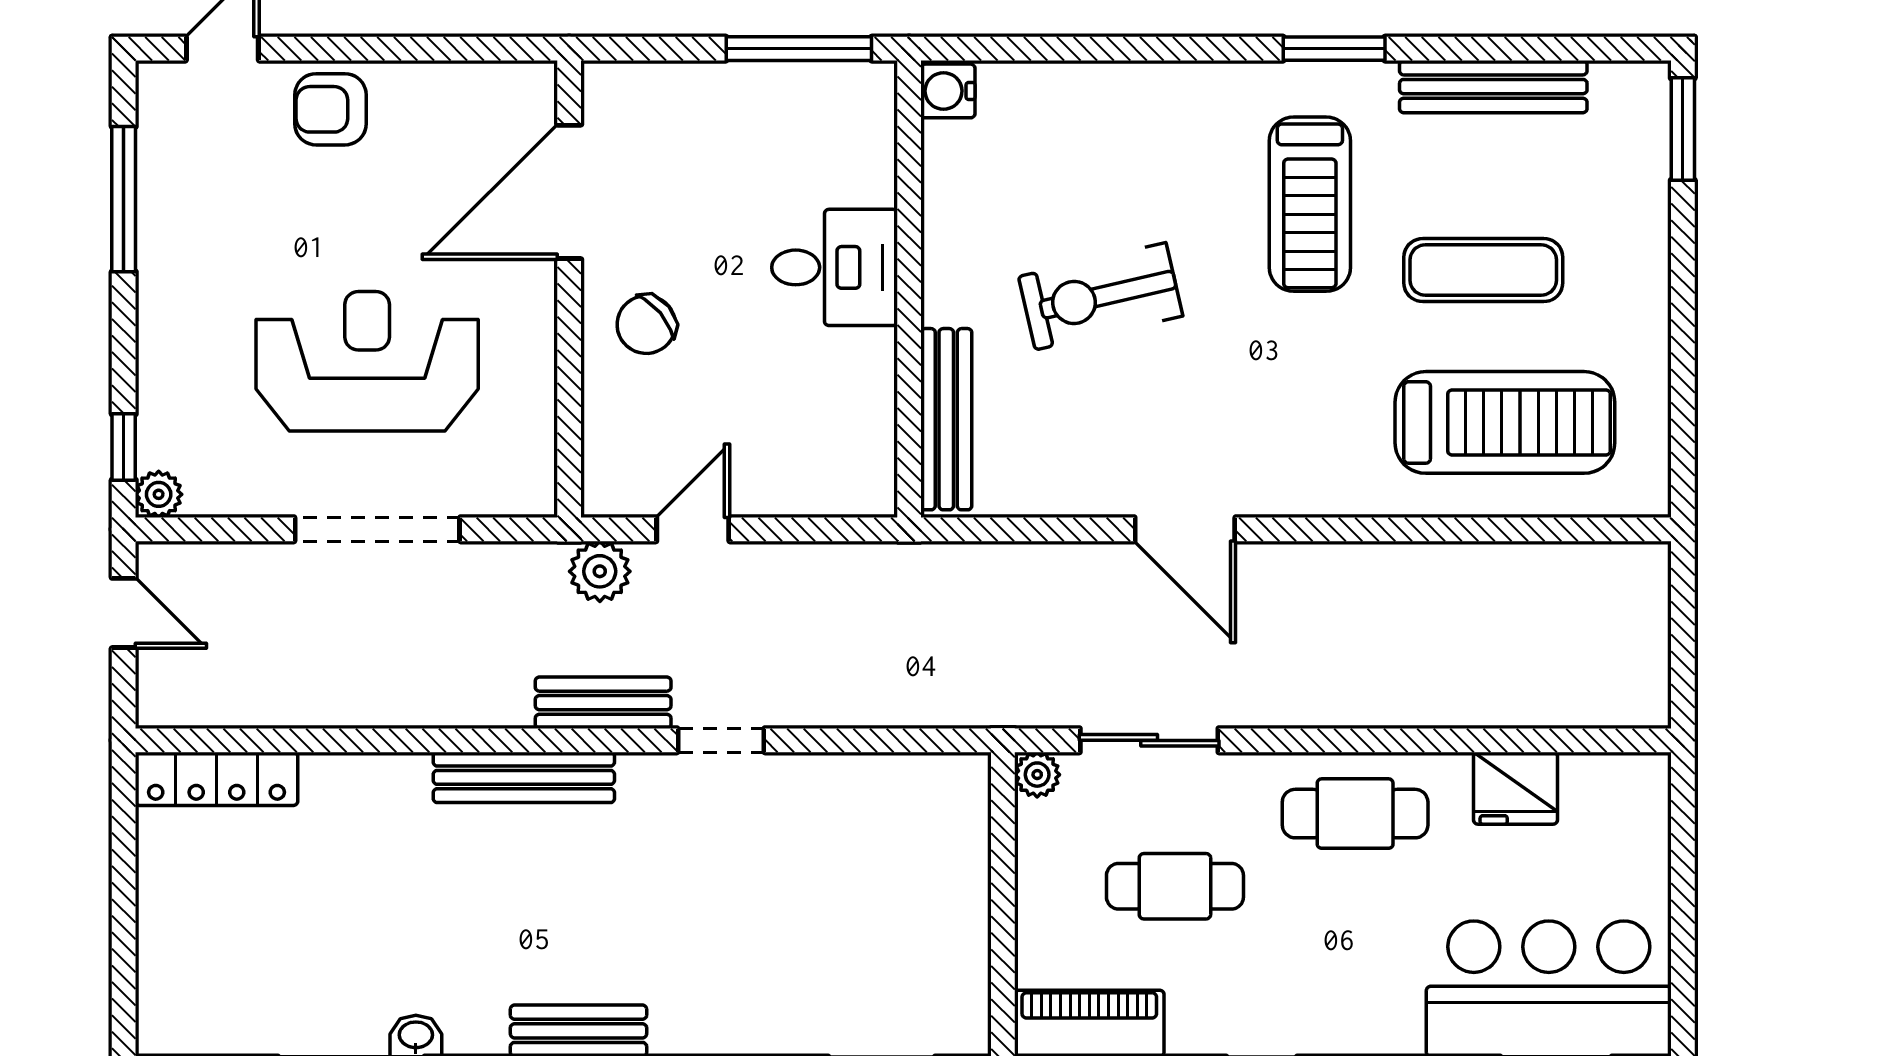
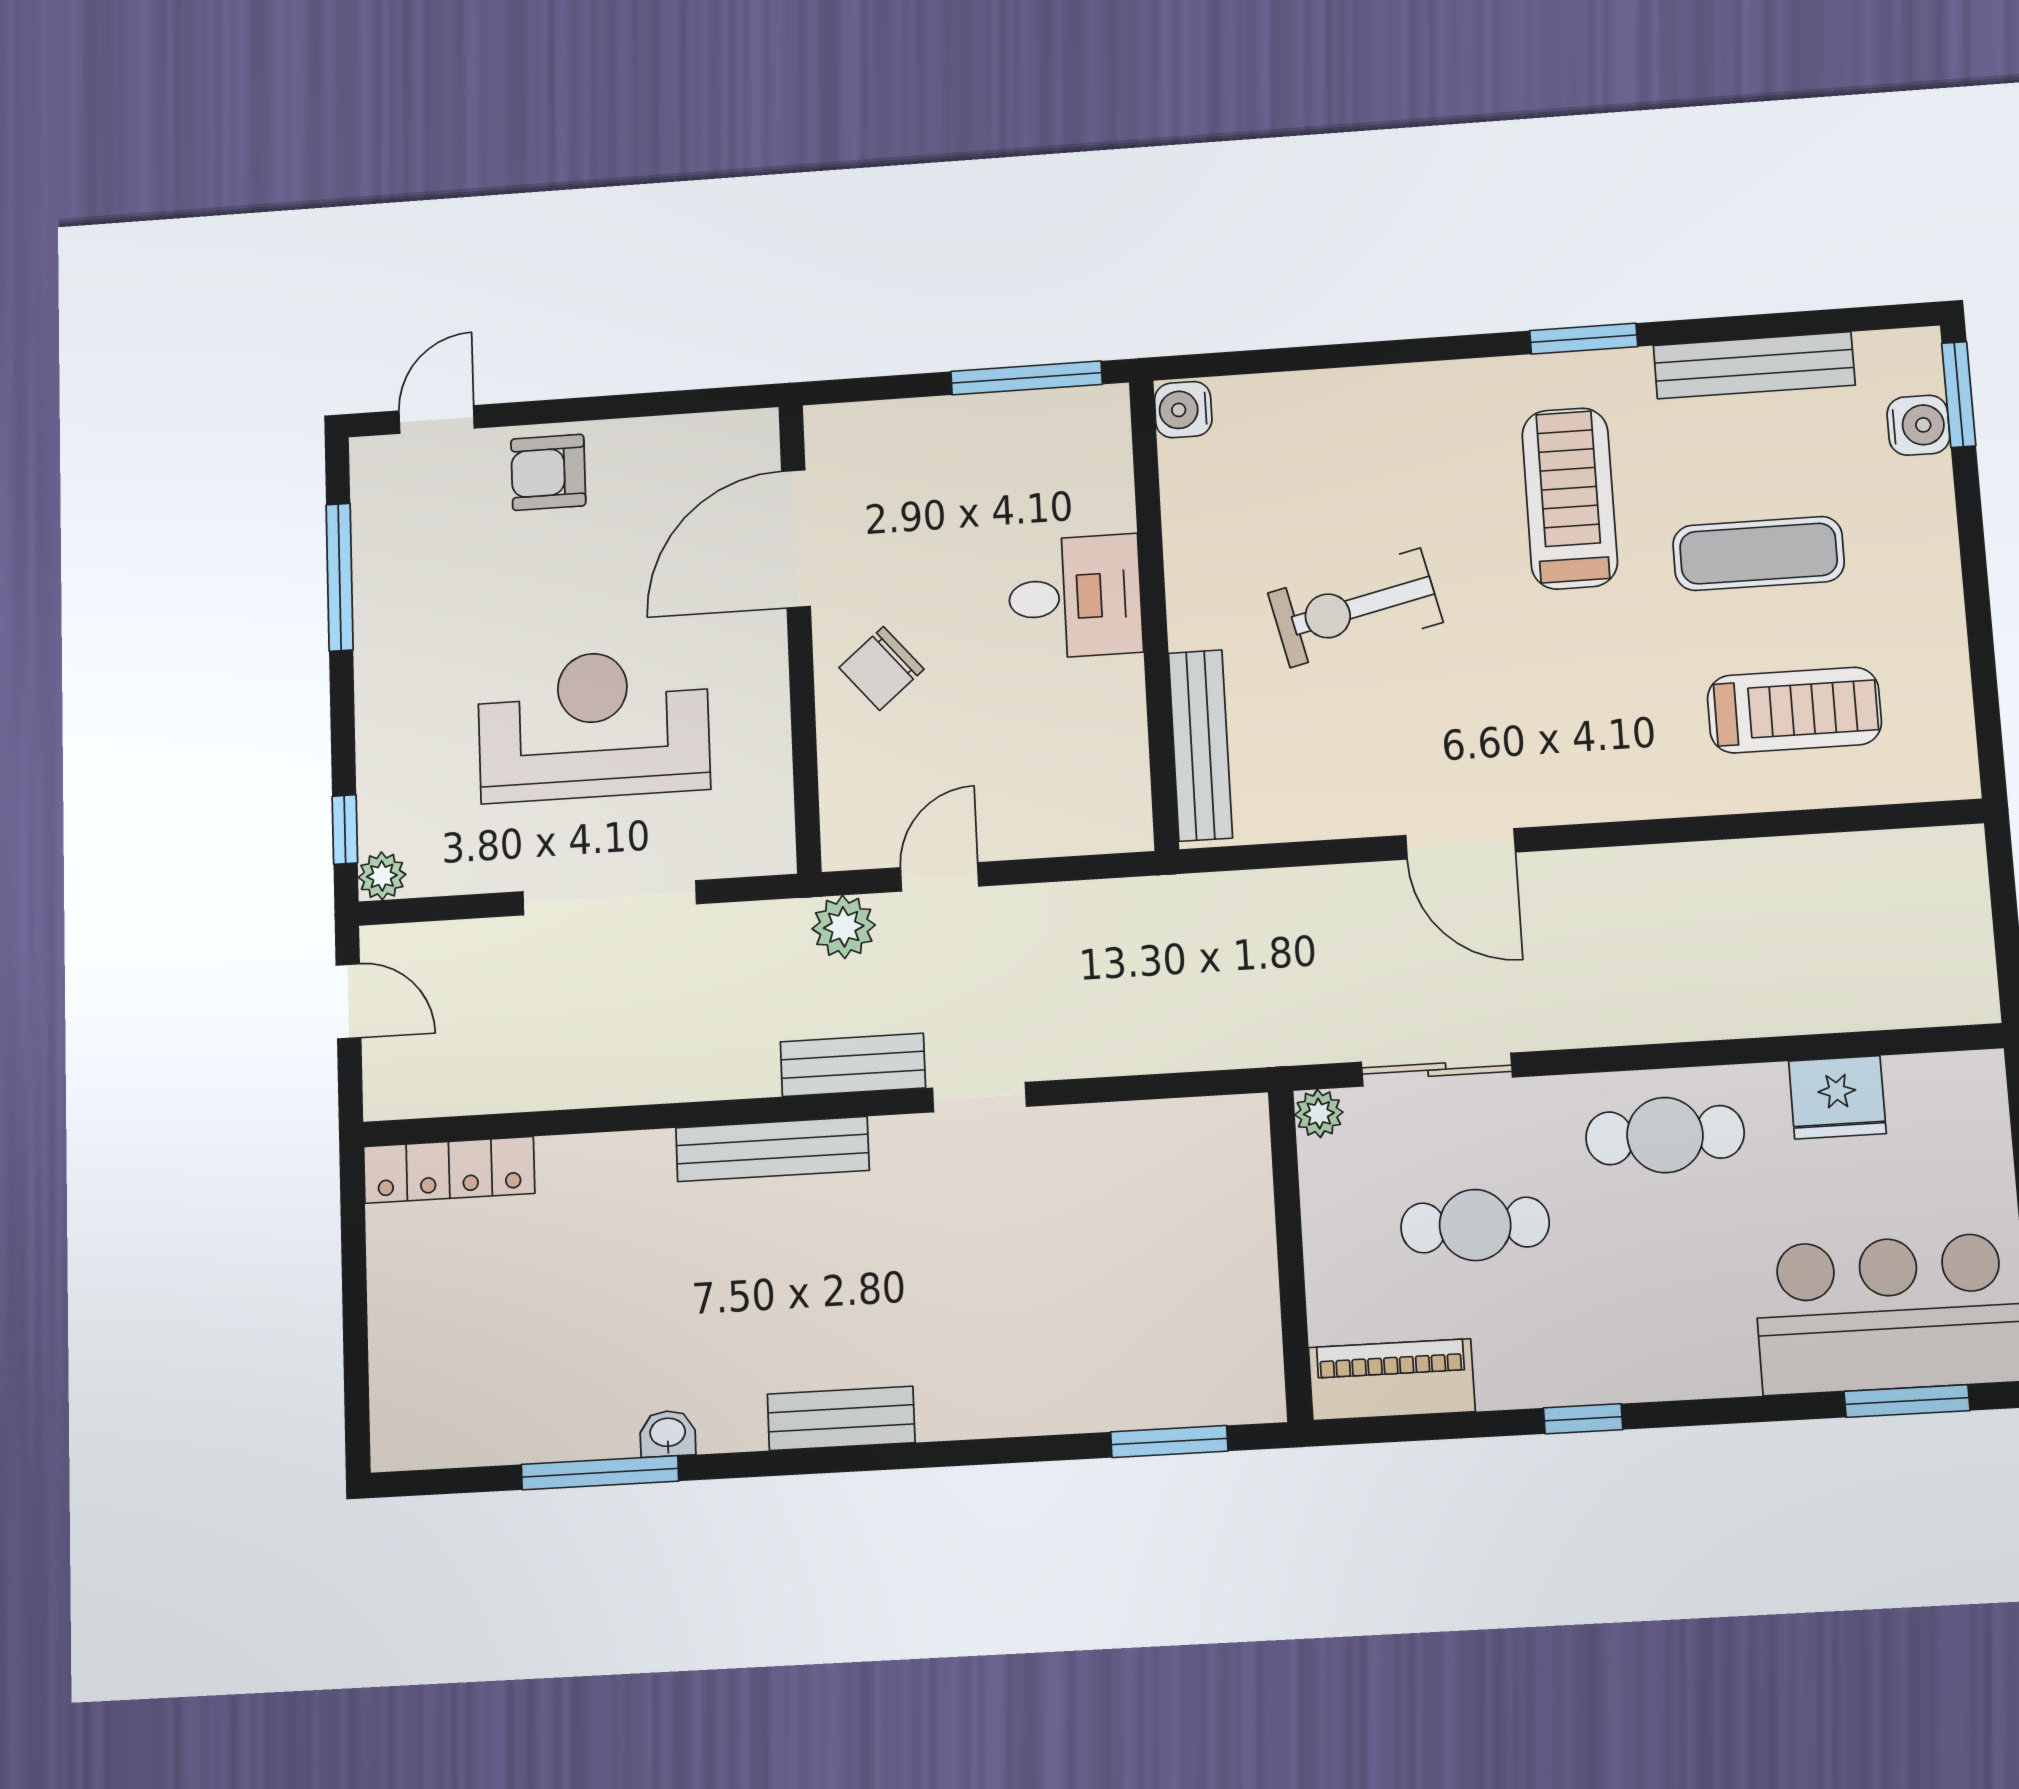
water cooler: (1643, 156) -> (1918, 425), added
treadmill: (1310, 204) -> (1570, 498), turned 180
treadmill: (1505, 422) -> (1794, 710), width x0.73, depth x0.73

